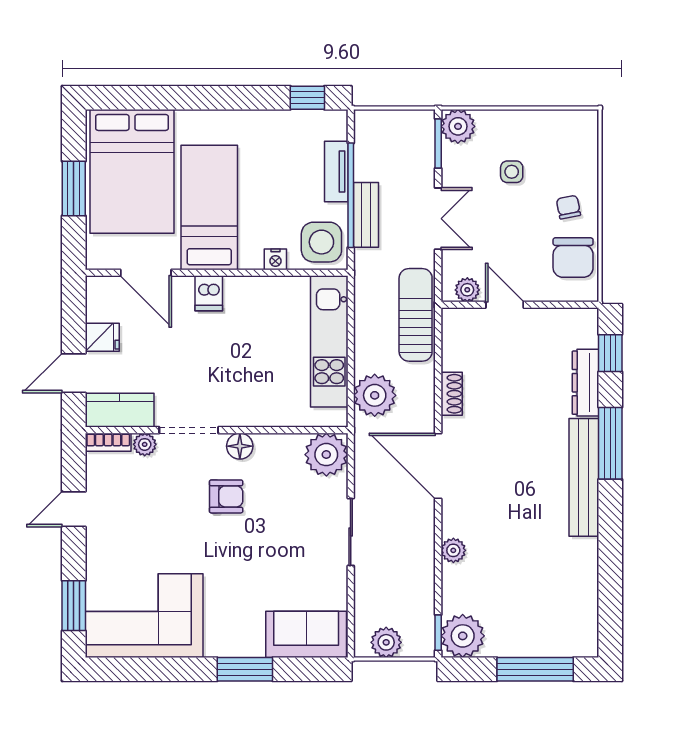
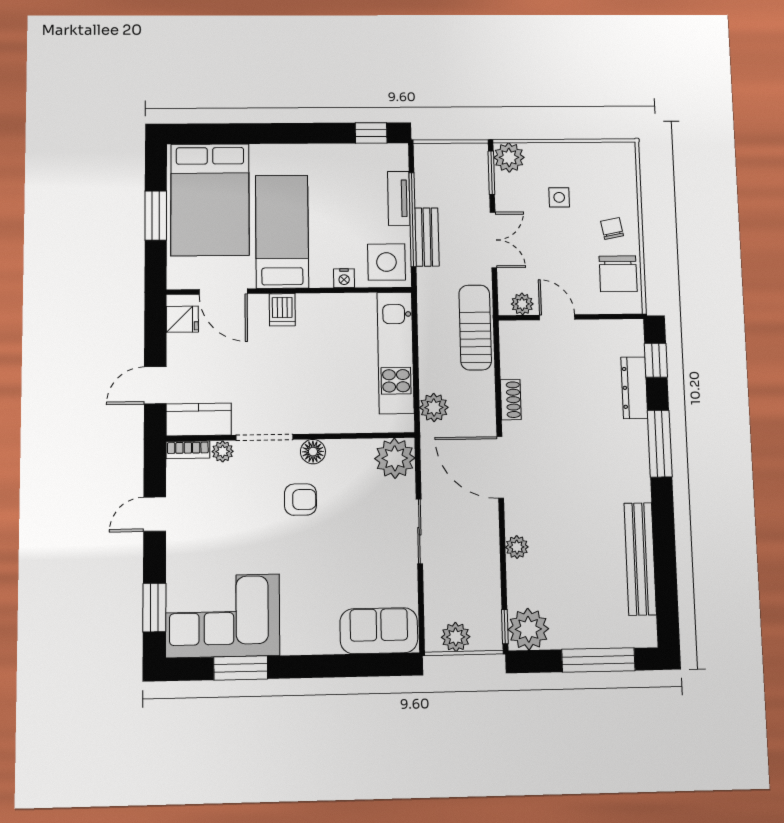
fridge: (102, 337) -> (182, 319), moved
plant: (375, 395) -> (434, 407), width x0.73, depth x0.73
bench: (584, 477) -> (640, 559), moved
window: (245, 669) -> (241, 668), moved

